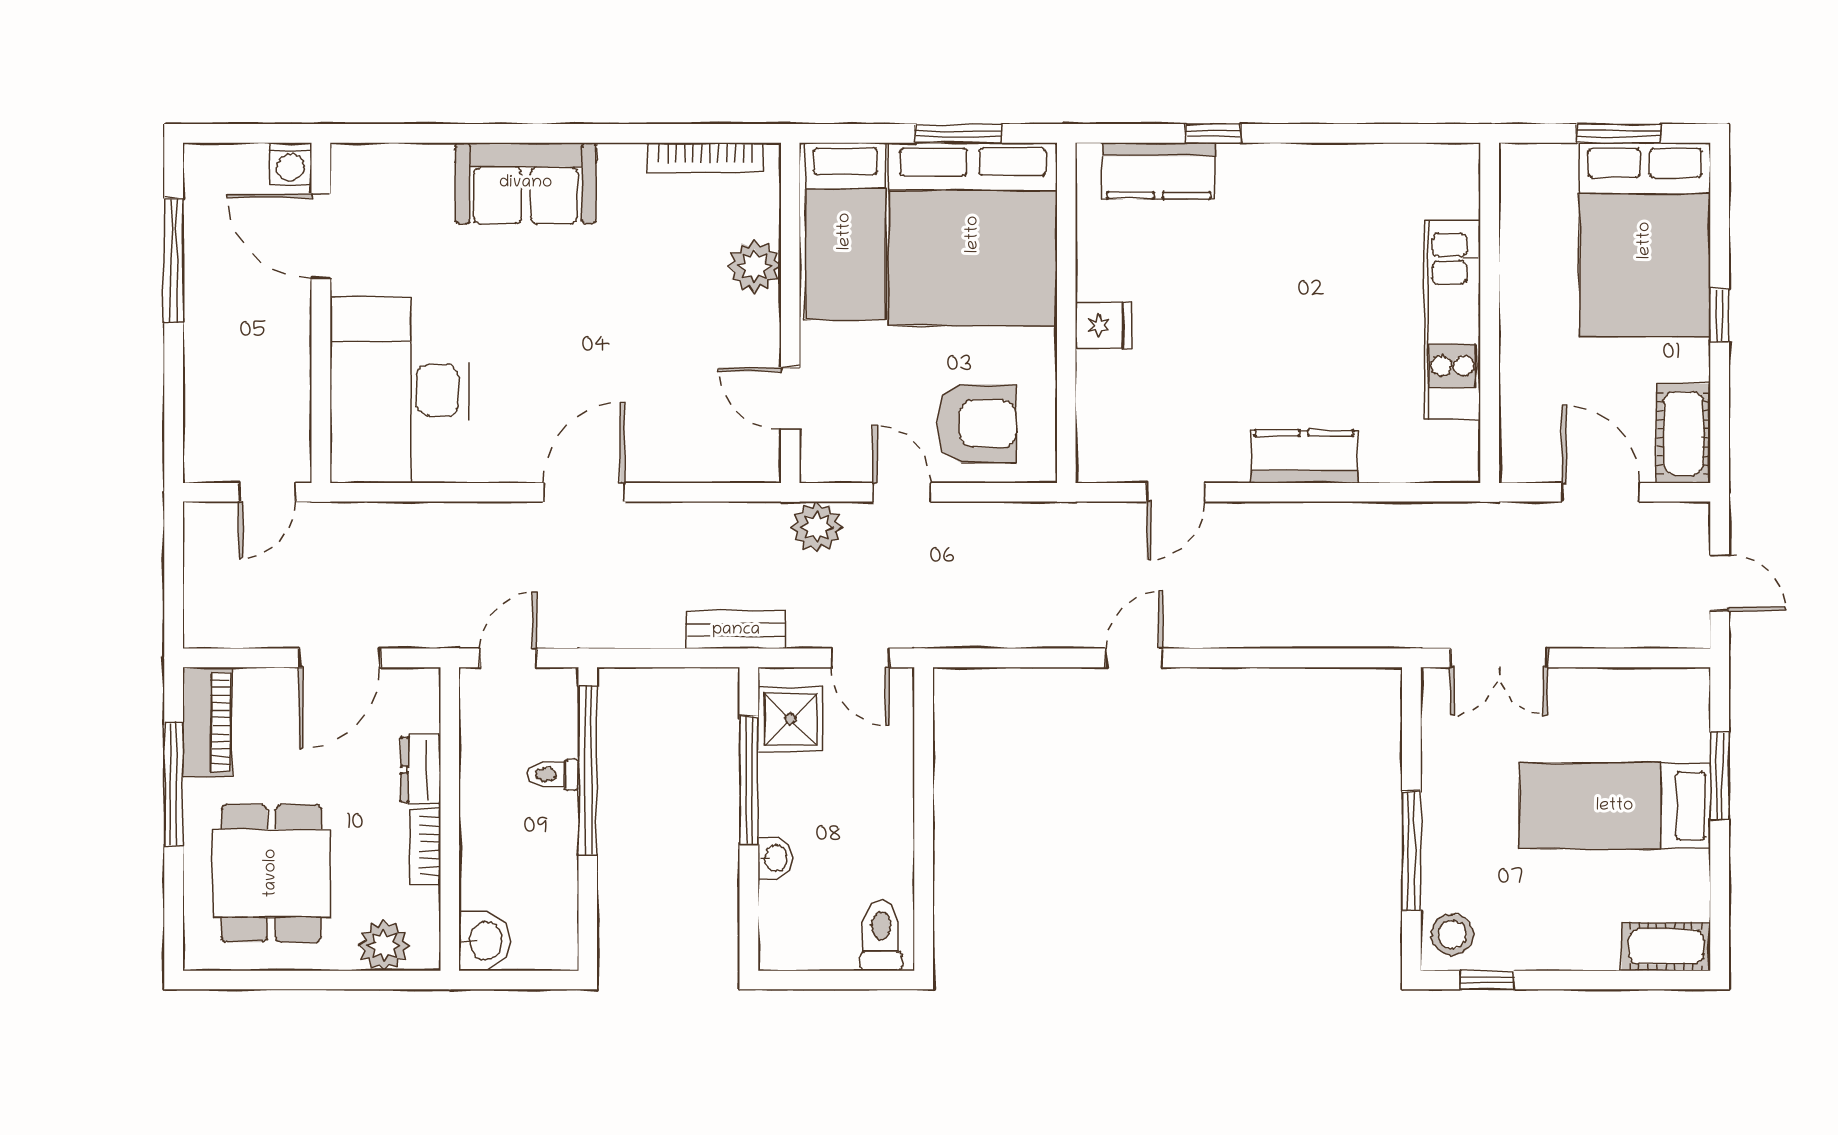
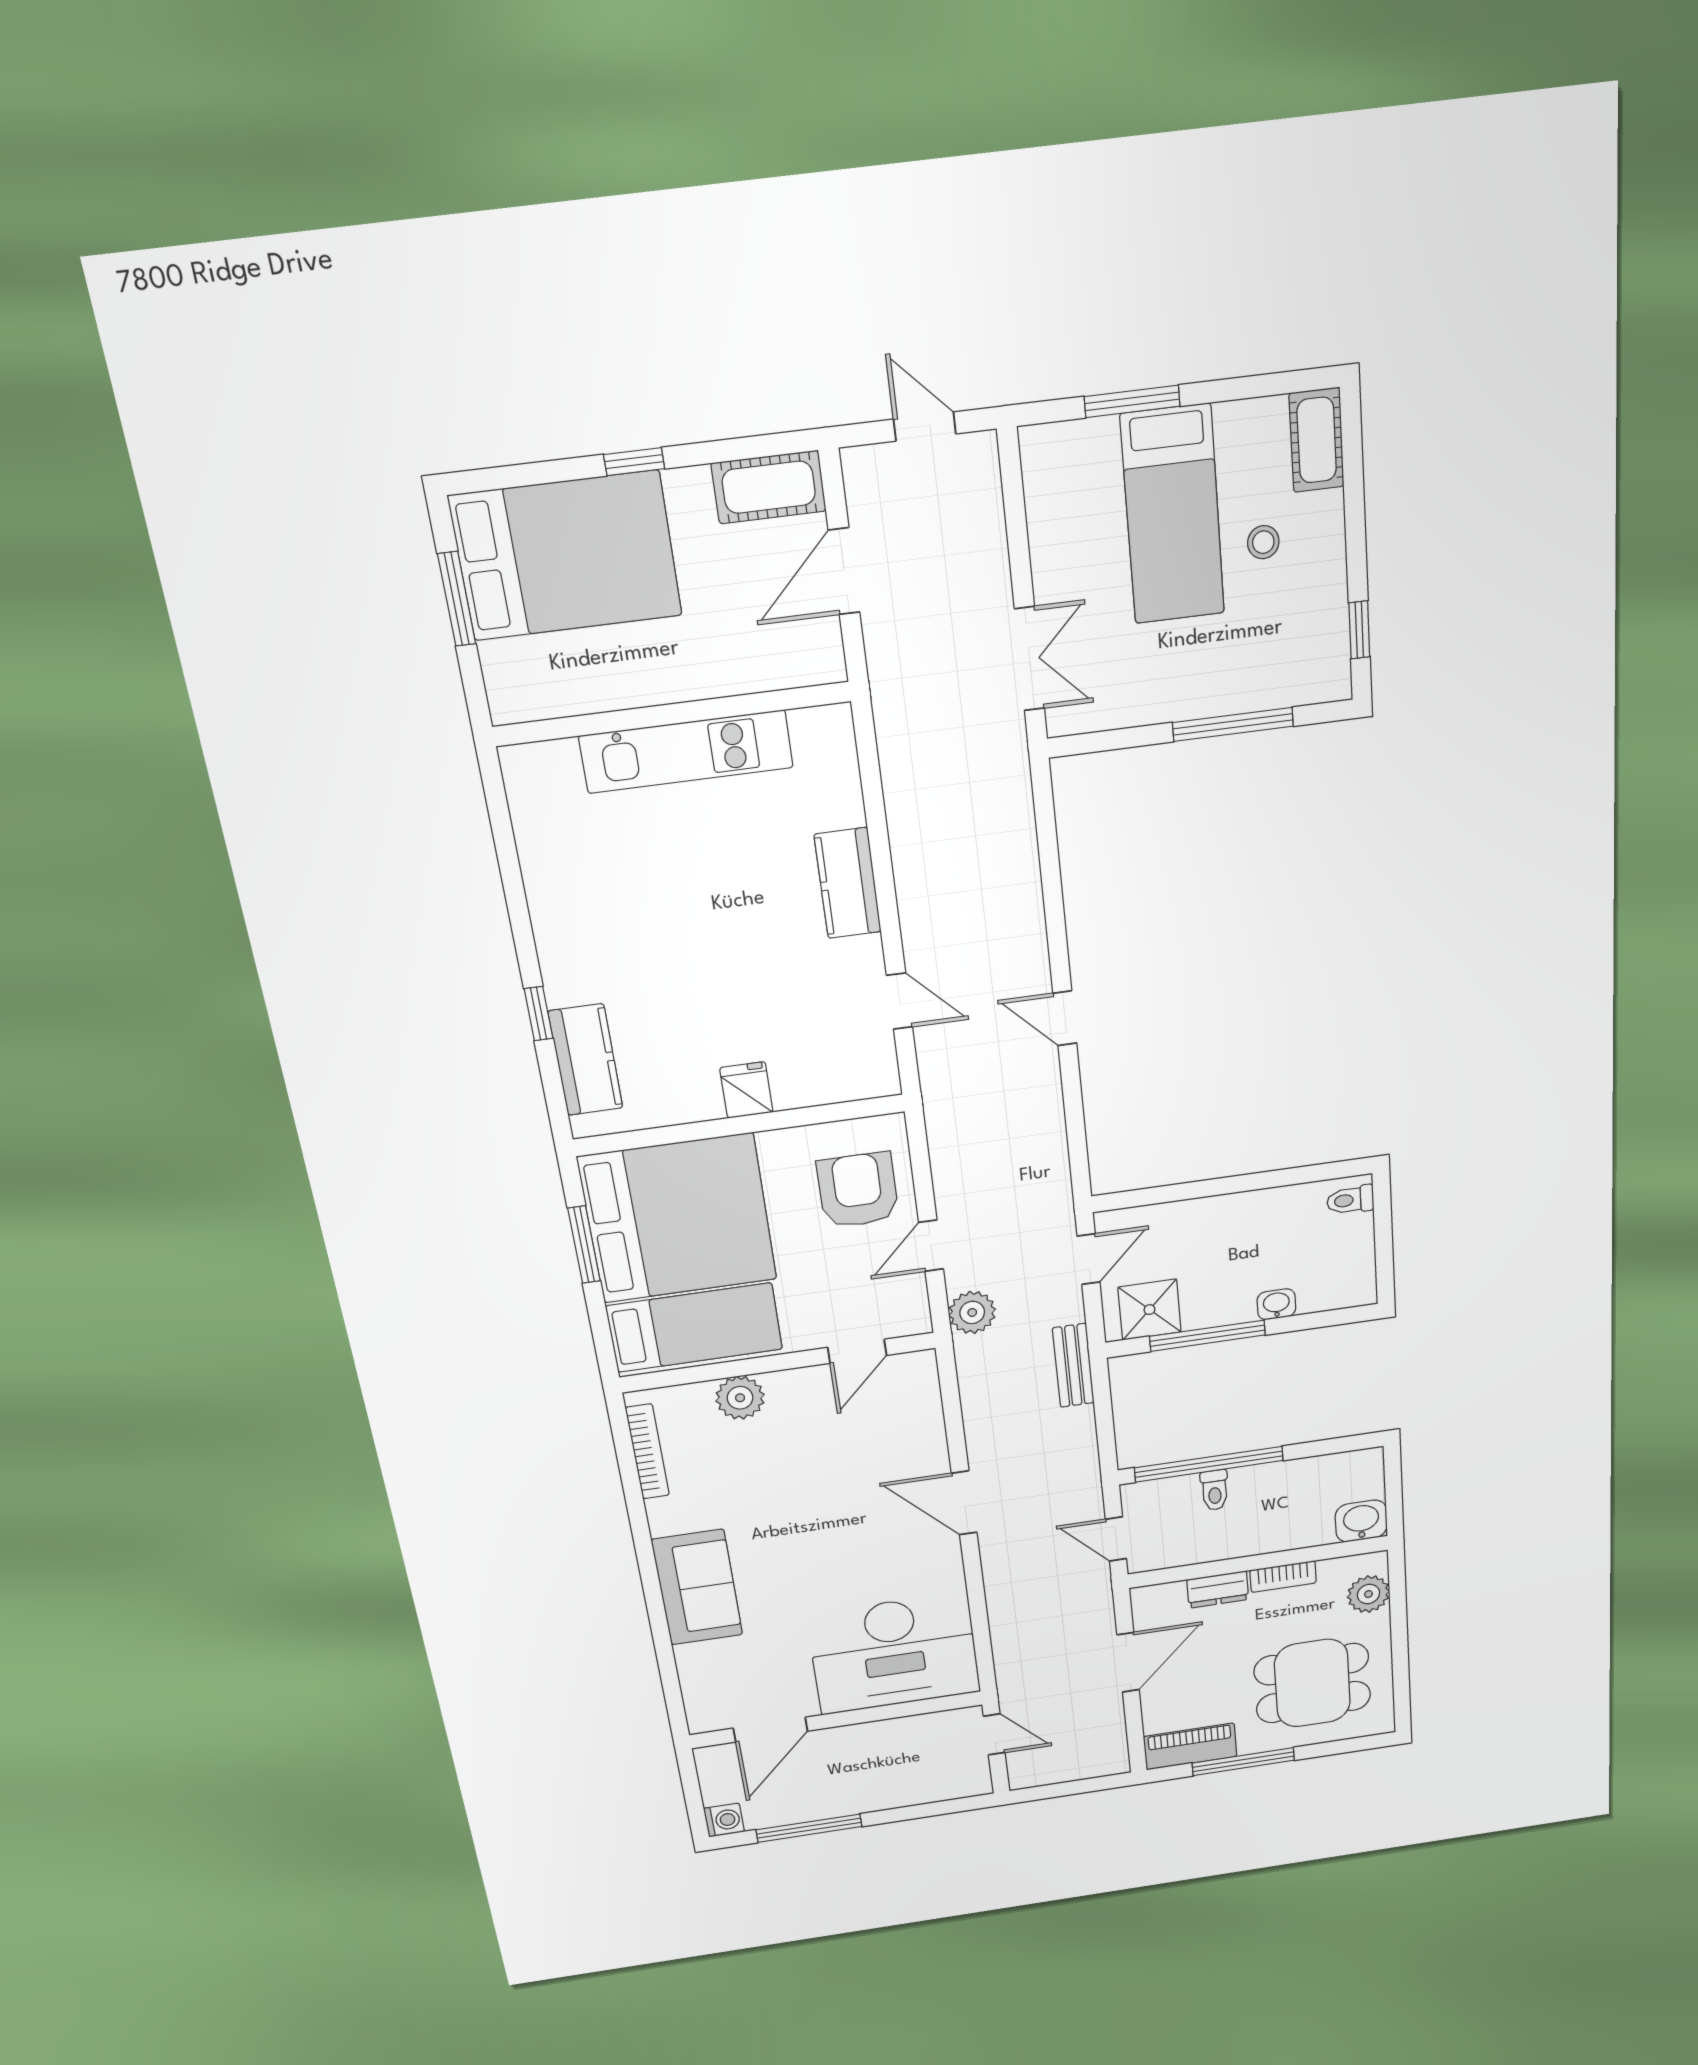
washing machine: (291, 164) -> (724, 1820), moved
door: (1720, 583) -> (925, 426), hinge flipped
door: (340, 658) -> (1128, 1662), hinge flipped
stool: (1452, 935) -> (1263, 542), moved, width x0.73, depth x0.73
toilet: (881, 936) -> (1350, 1200), width x0.73, depth x0.72

